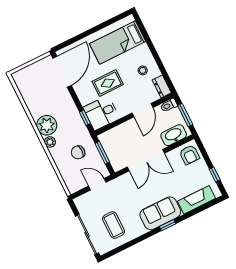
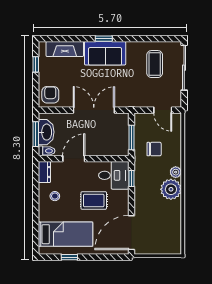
window: (105, 25) -> (69, 257), added
washbasin: (174, 135) -> (46, 132), moved, turned -90
door: (97, 184) -> (163, 110), moved

